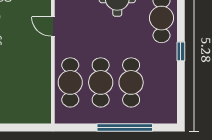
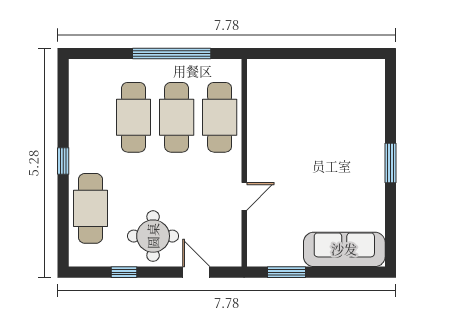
door: (53, 27) -> (244, 196), hinge flipped
window: (125, 128) -> (172, 53), moved

